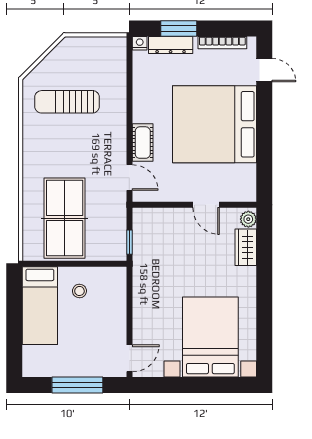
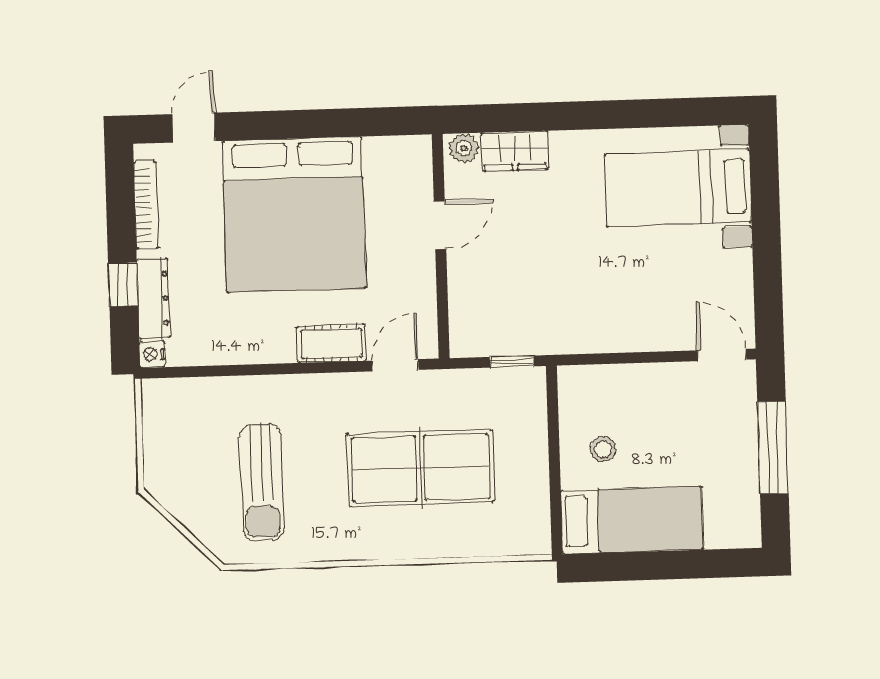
window: (179, 28) -> (123, 285), width x0.67
table tennis table: (65, 218) -> (421, 468), moved
bed with nightstands: (210, 337) -> (678, 188), width x0.73

